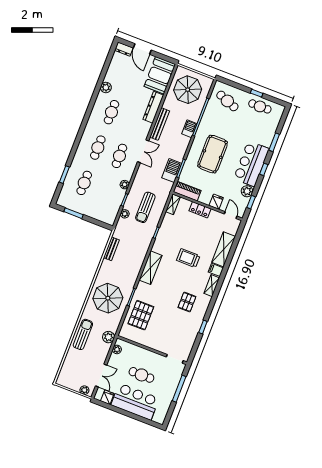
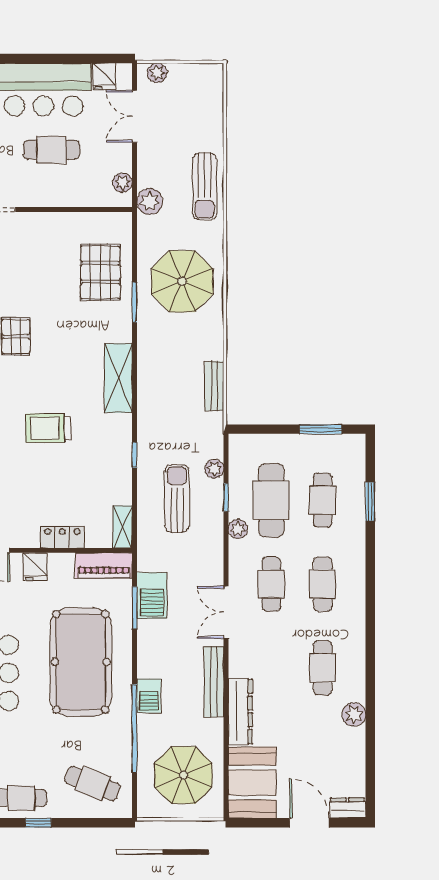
pool table: (213, 154) -> (81, 662), width x1.36, depth x1.32
cafe table: (106, 191) -> (271, 500), added
trolley: (188, 258) -> (48, 428), turned 180

